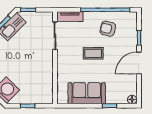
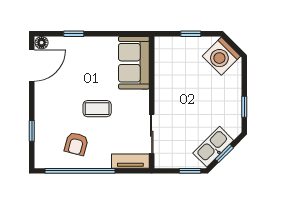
armchair: (108, 29) -> (76, 144), turned 92
door: (139, 63) -> (32, 66), moved
sofa: (87, 93) -> (134, 63), moved, turned 90

